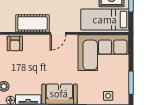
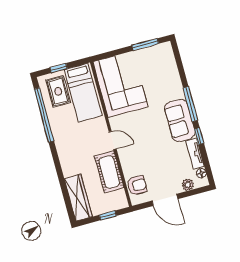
side table: (108, 96) -> (167, 66), removed

